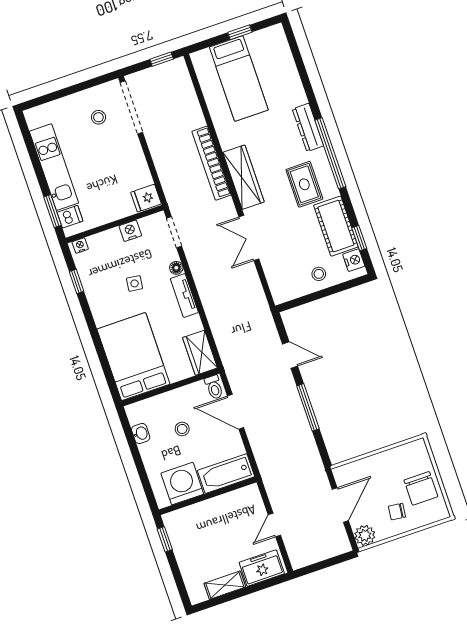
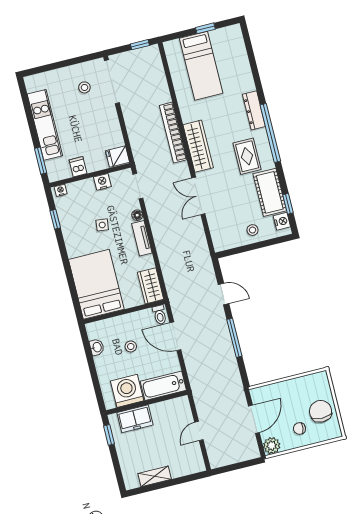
dishwasher: (70, 217) -> (78, 167), moved, turned -90
chair: (421, 488) -> (321, 411), turned 180
freezer: (262, 568) -> (135, 419), moved, turned 180

